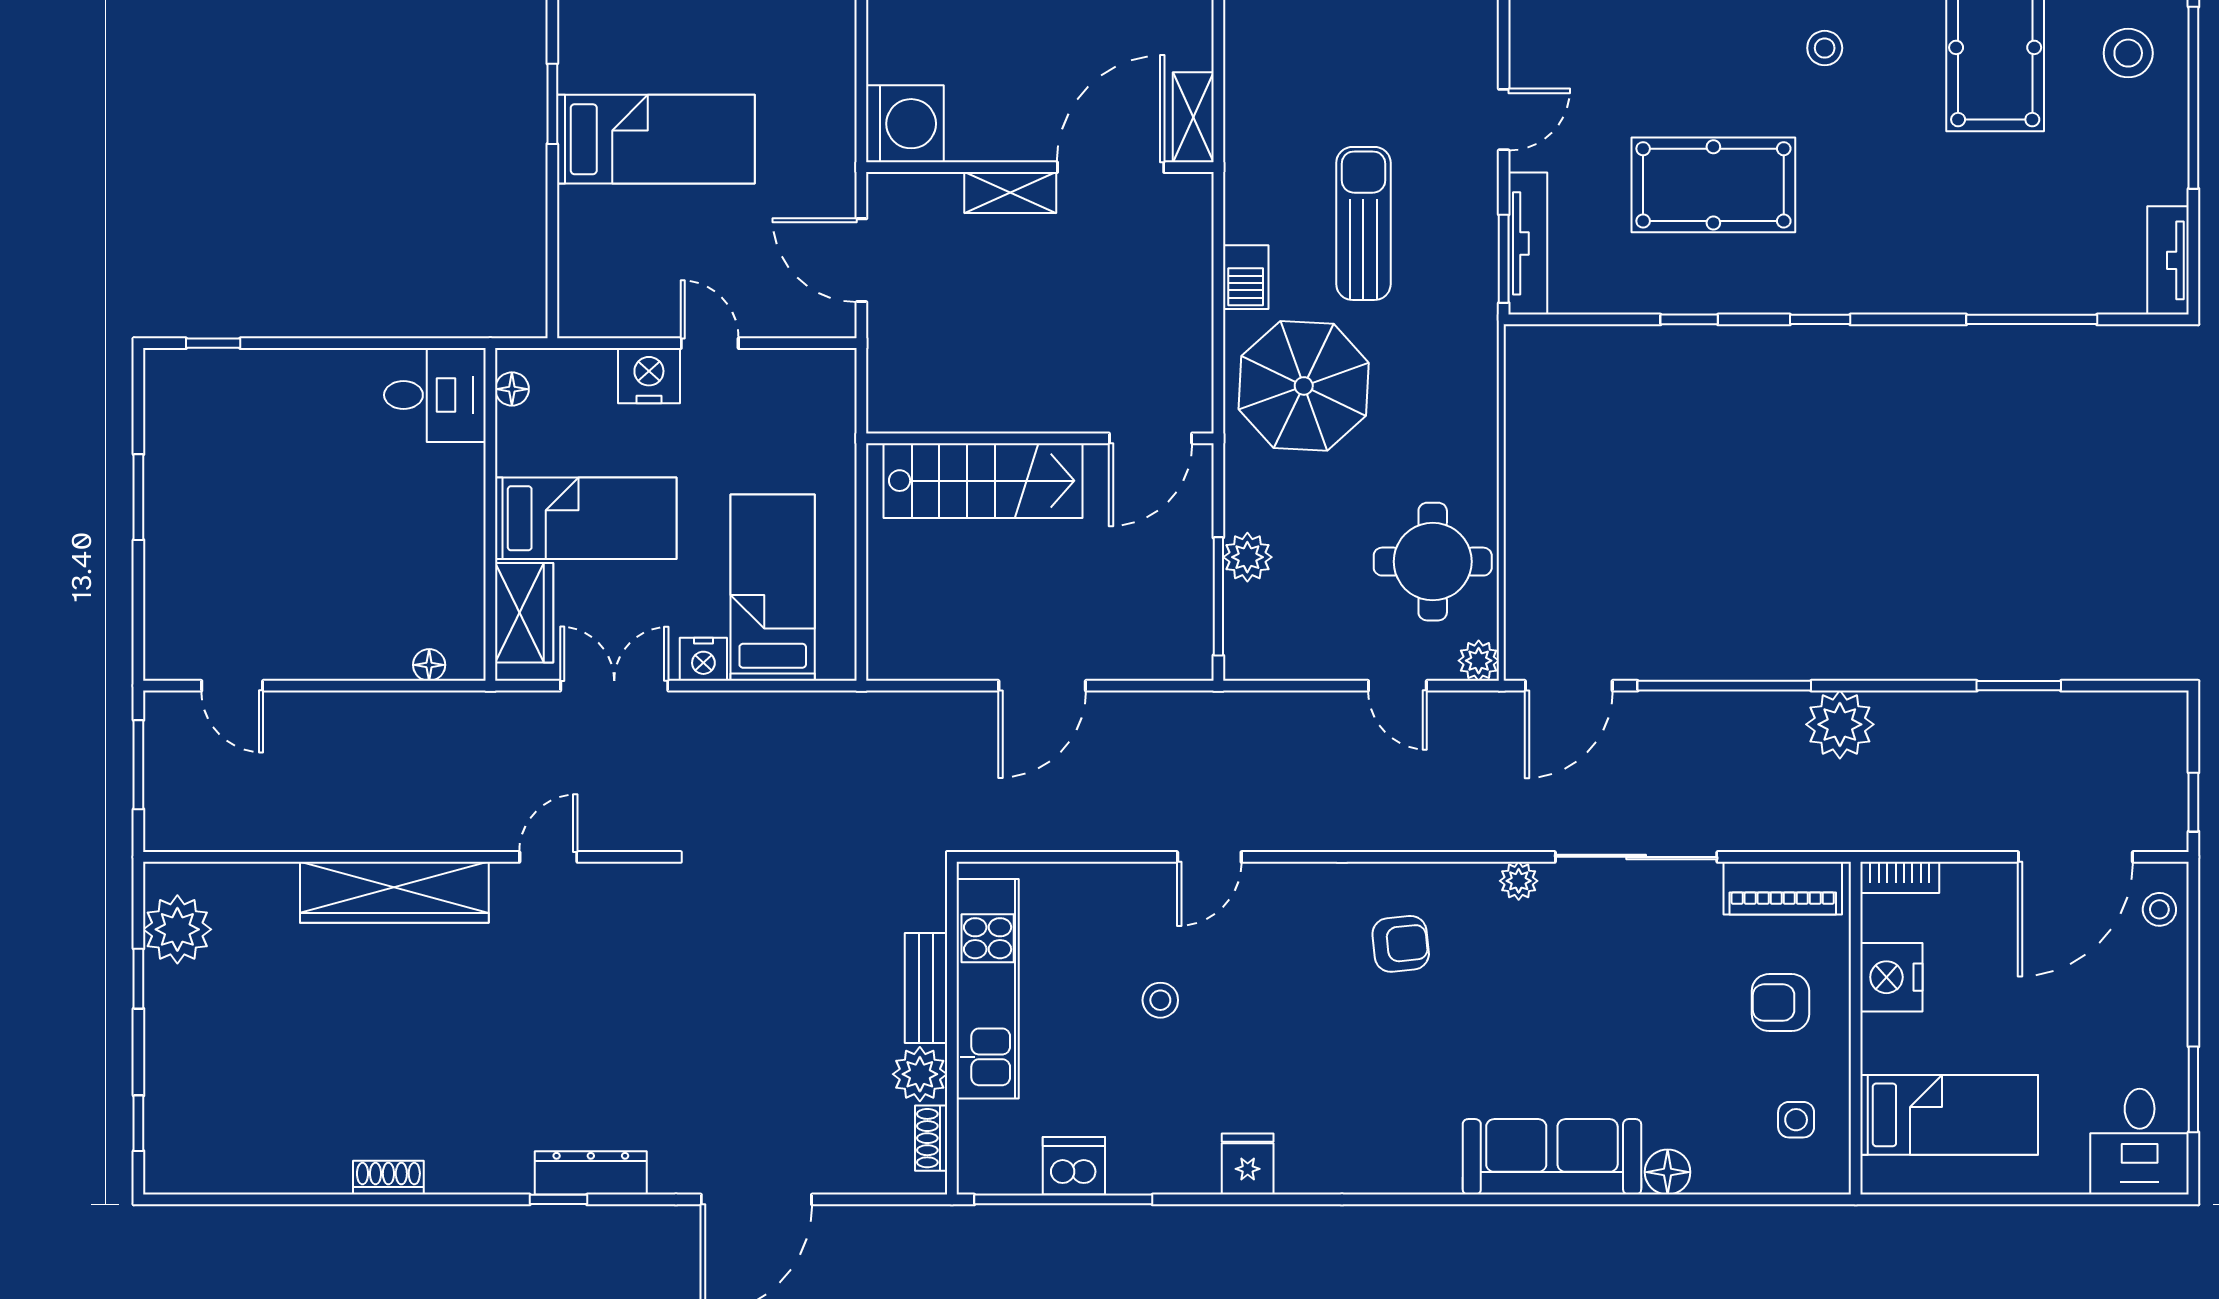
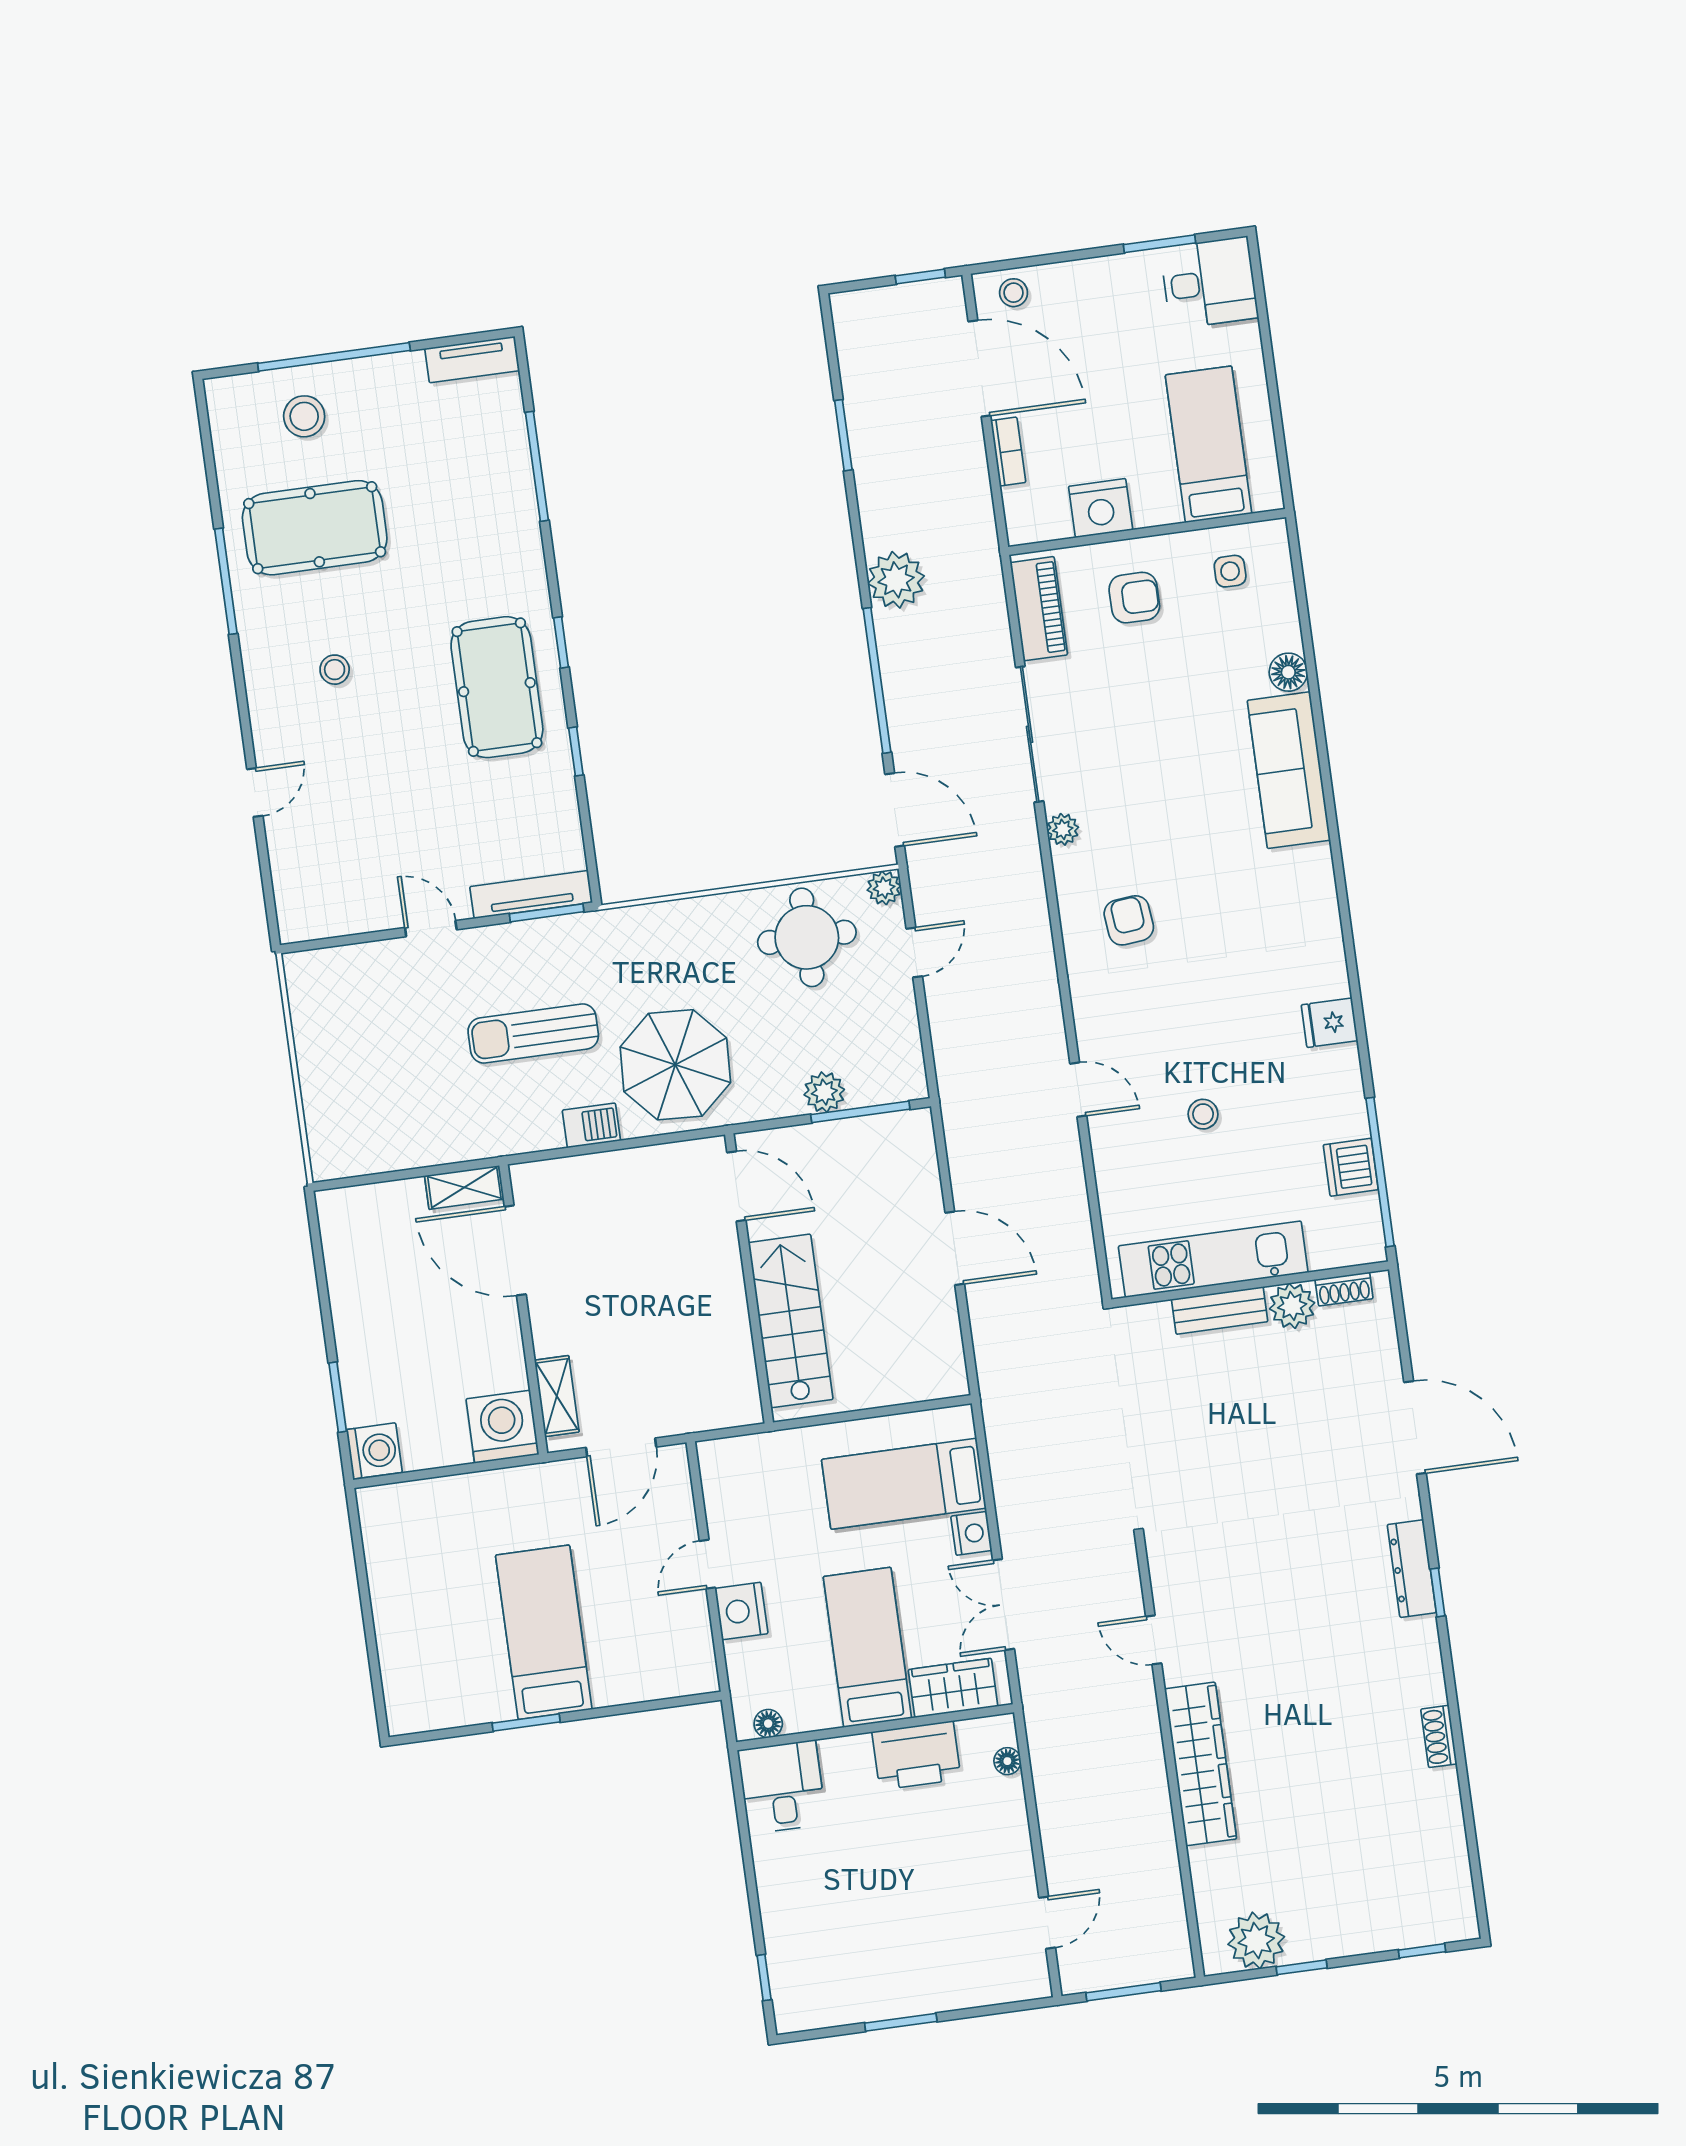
pool table: (1713, 185) -> (497, 687), moved
shelving: (1010, 193) -> (557, 1396), moved
printer: (450, 559) -> (916, 1755), added
bookcase: (1900, 877) -> (1008, 452), moved
armchair: (1780, 1003) -> (1134, 598), turned -90

